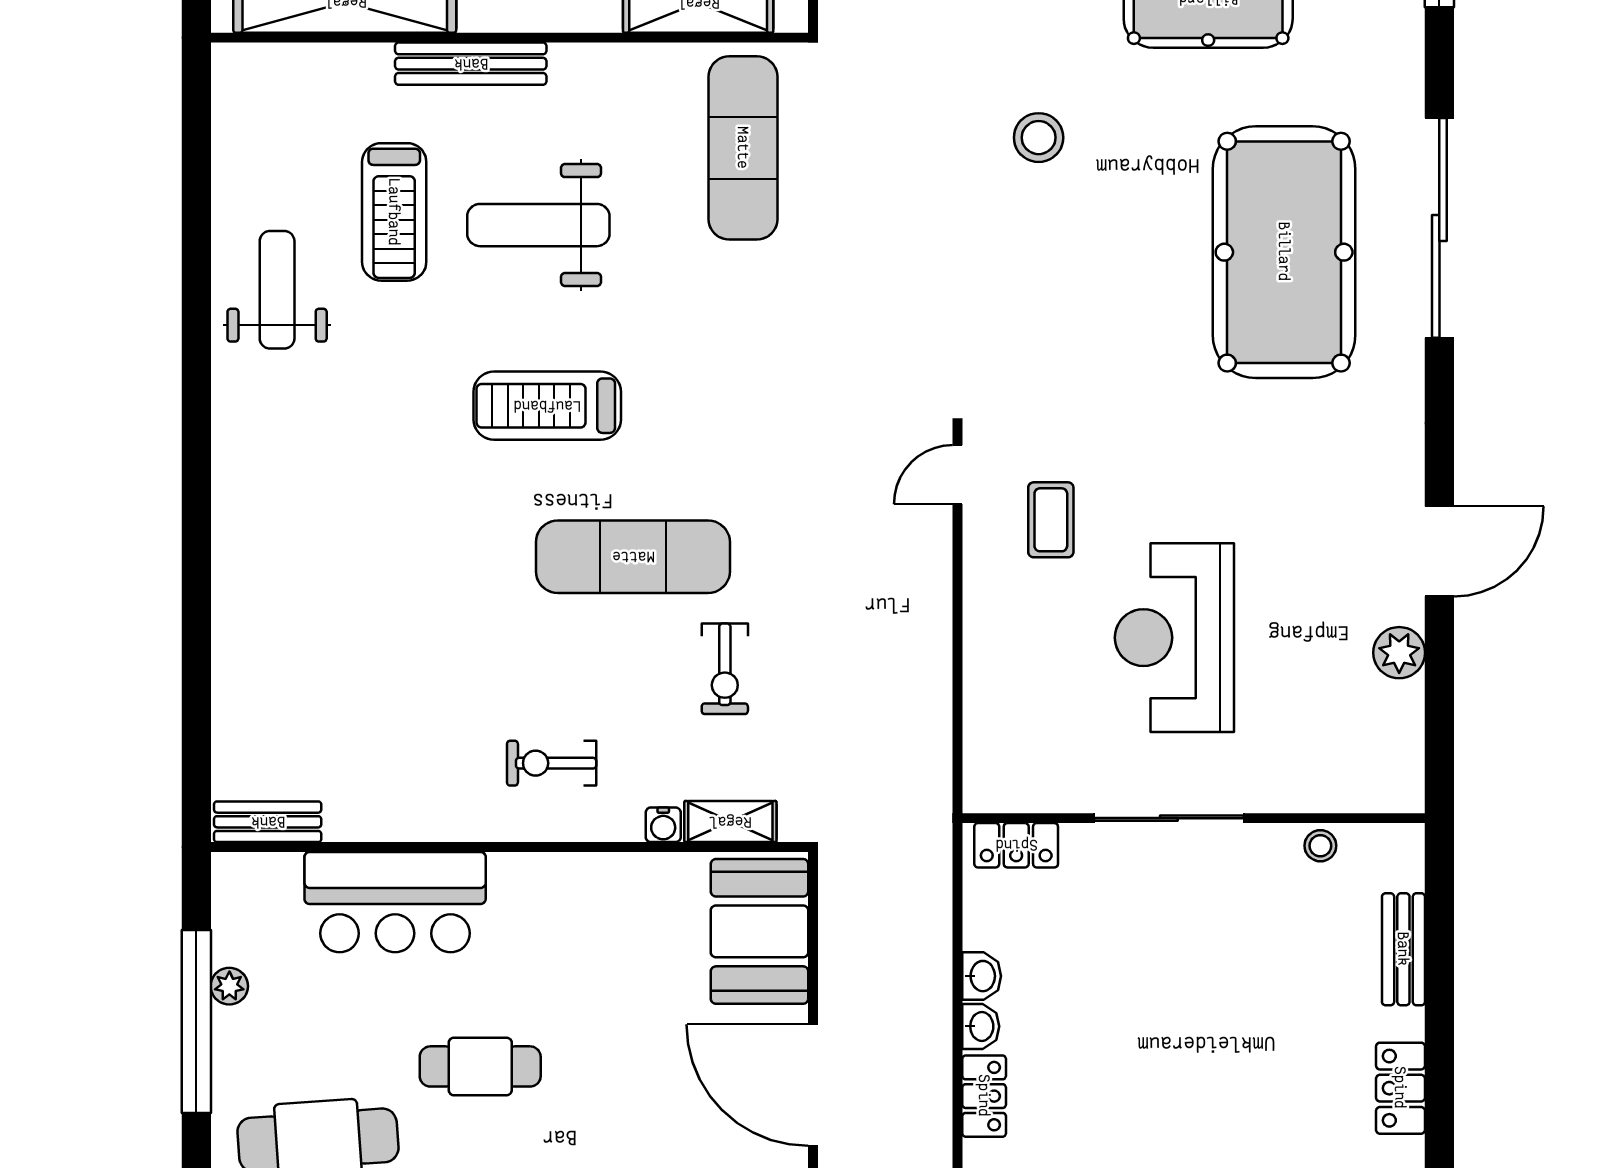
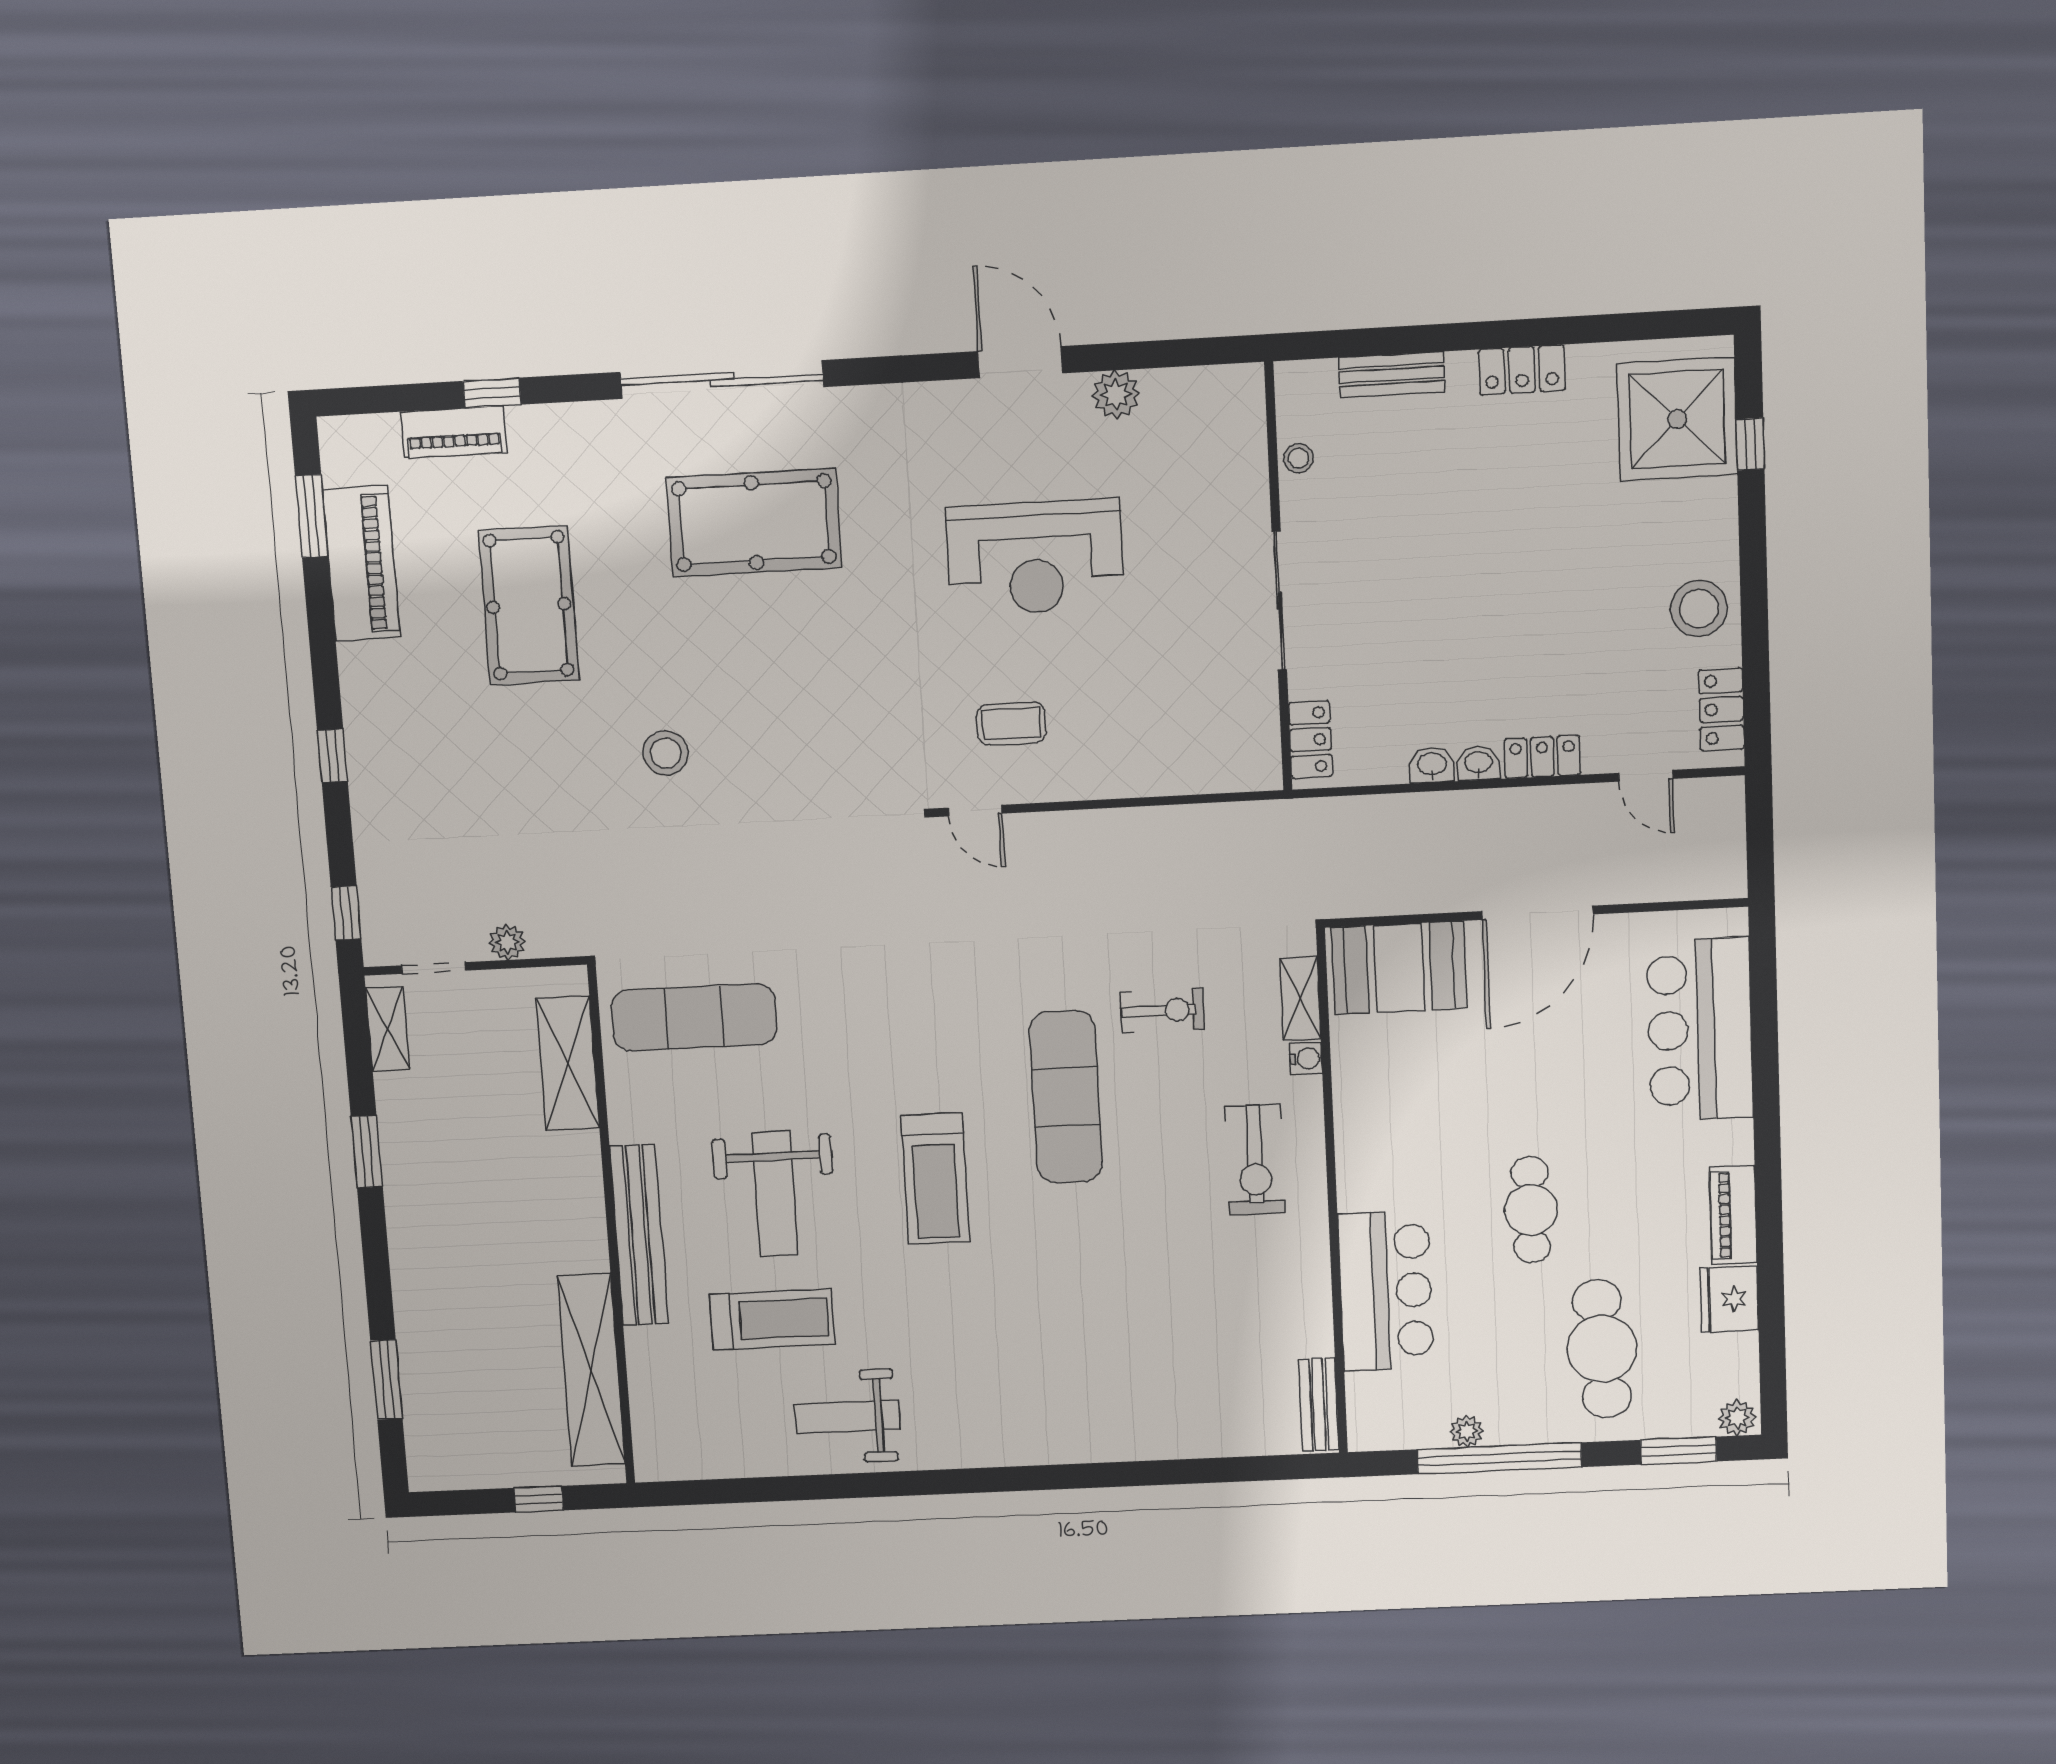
bench: (471, 64) -> (639, 1235), width x1.37, depth x1.21
pool table: (1284, 252) -> (754, 523), width x0.73, depth x0.76
reception desk: (1174, 638) -> (1035, 557), moved
exercise bike: (552, 763) -> (1255, 1160), width x1.38, depth x1.39

